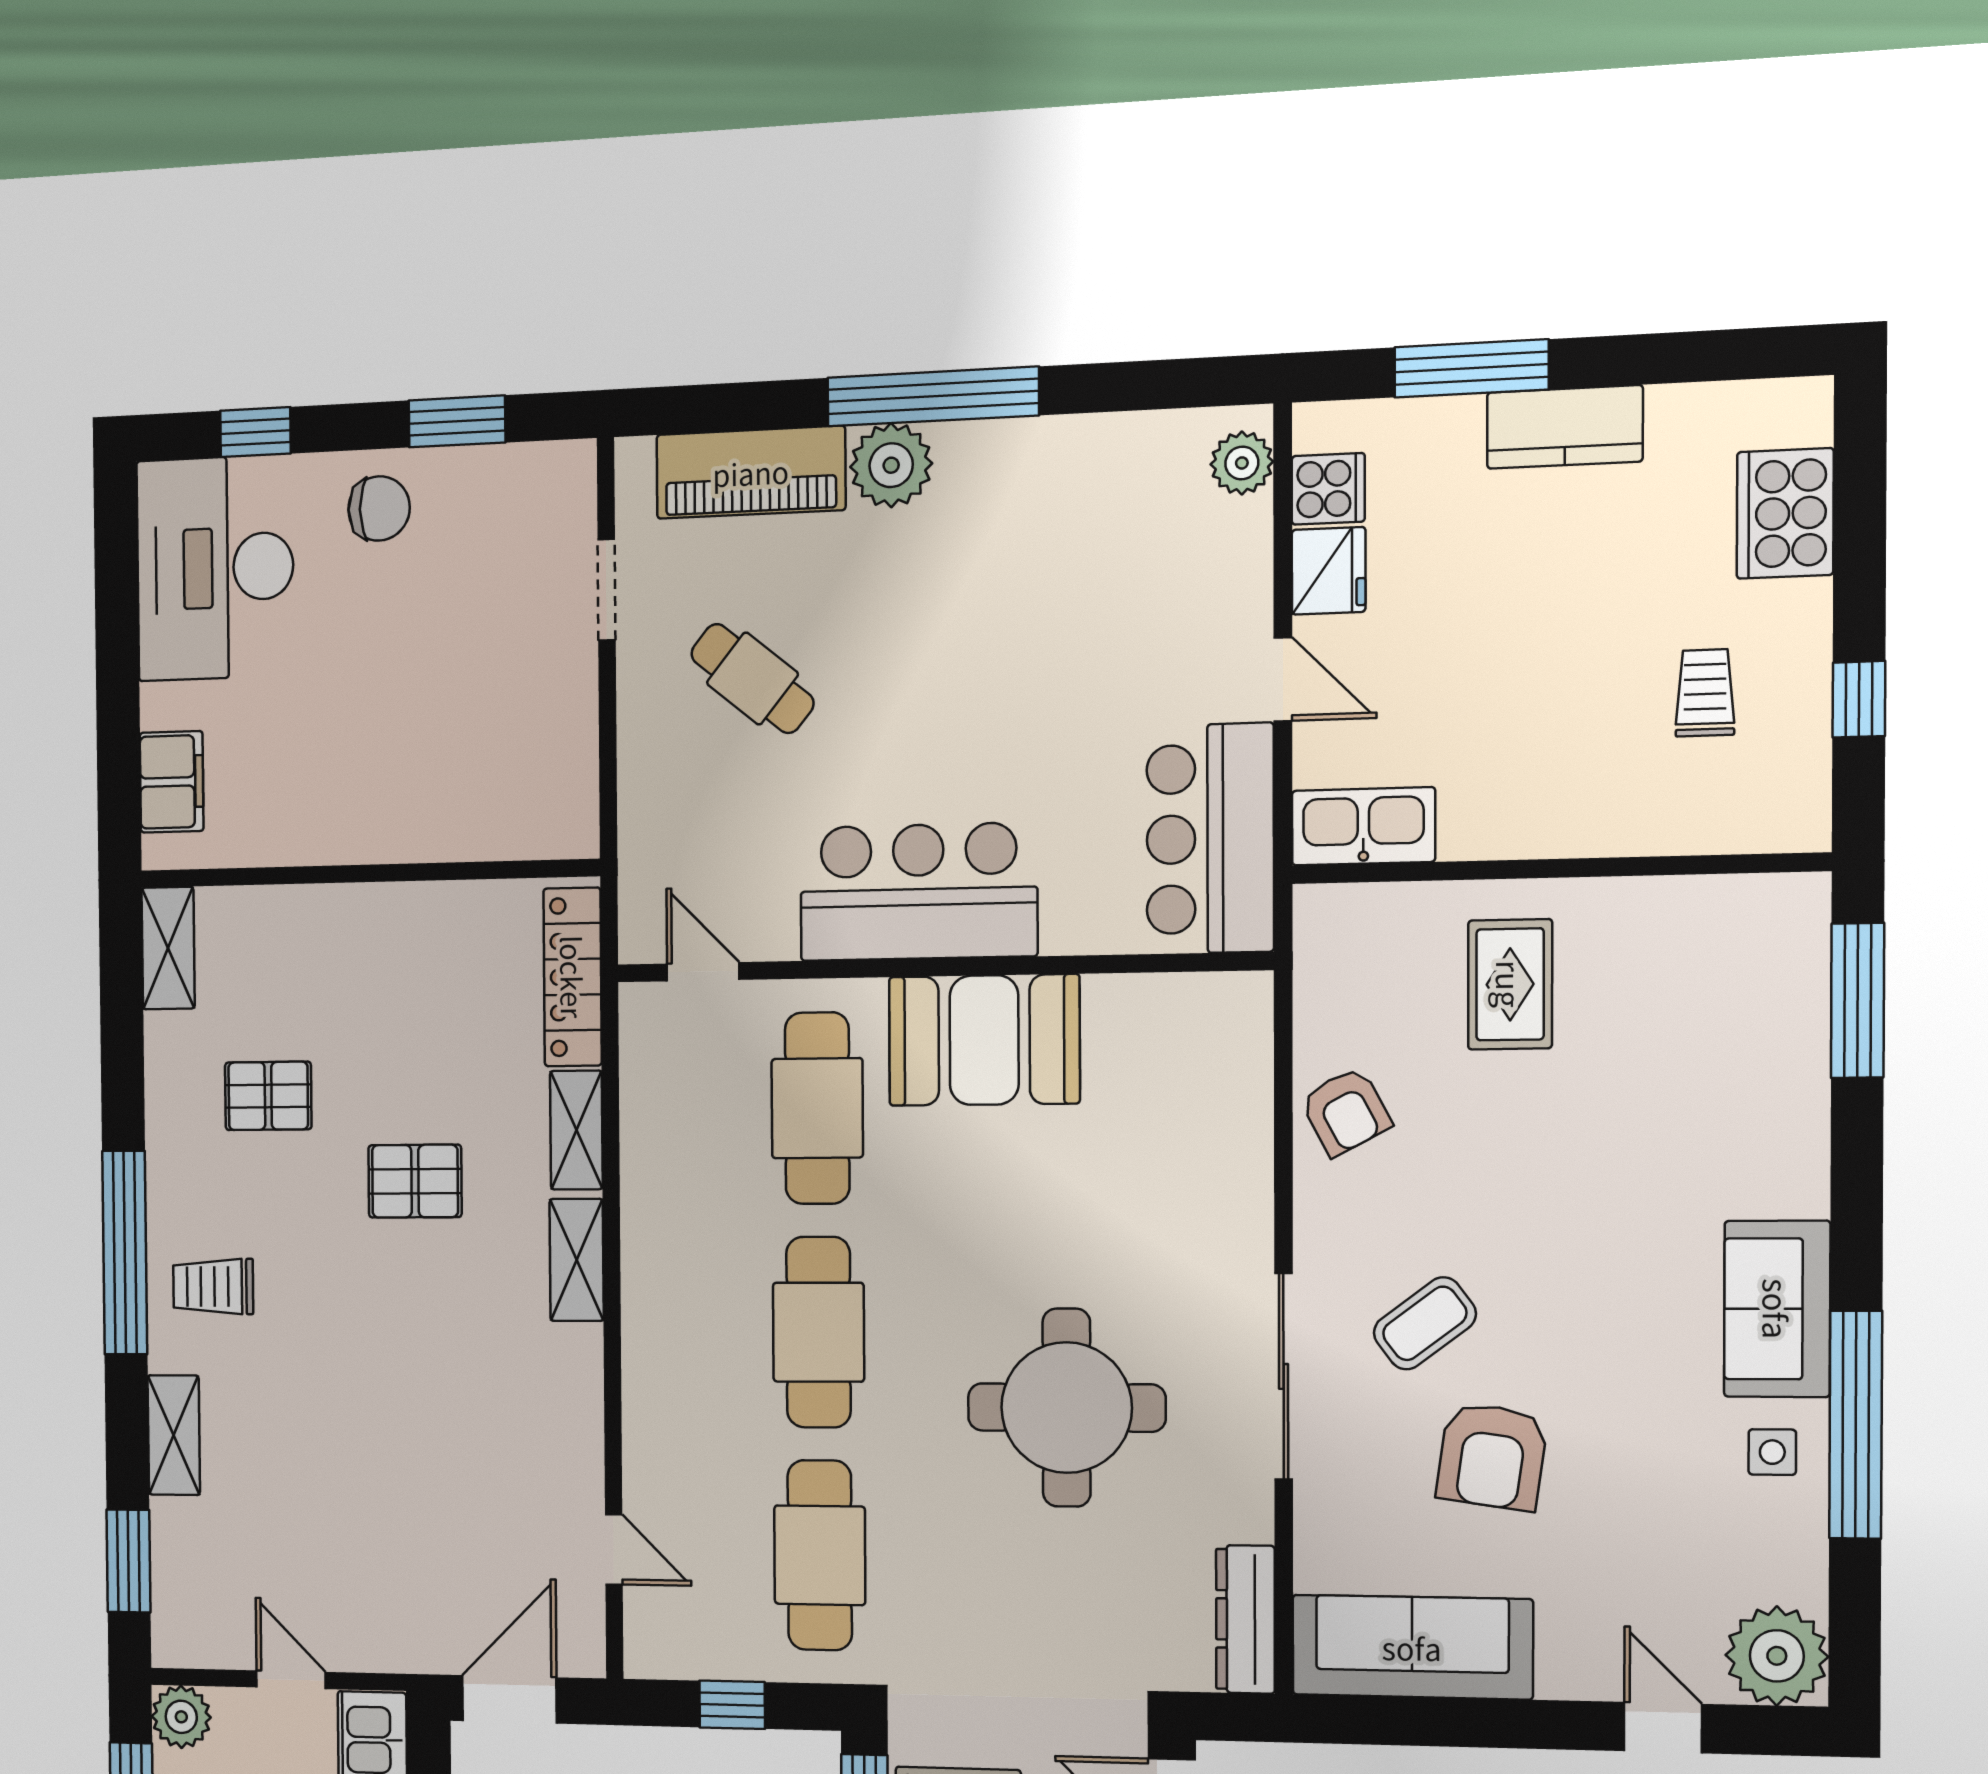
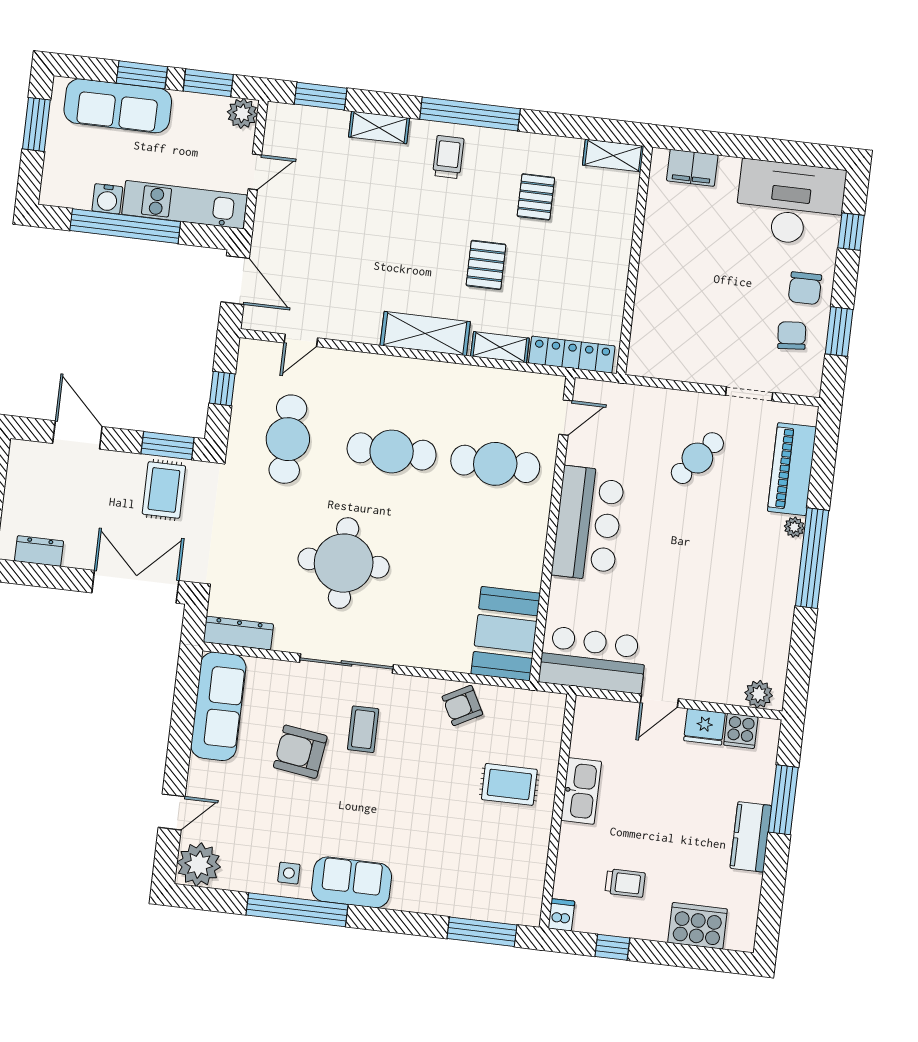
plant: (891, 465) -> (794, 527), width x0.53, depth x0.53
chair: (477, 520) -> (792, 336), added
kitchen sink: (1363, 826) -> (581, 791), moved
dishwasher: (1796, 826) -> (561, 915), added
booth: (984, 1040) -> (506, 634), moved
shelving: (577, 1260) -> (425, 334), width x1.50, depth x1.33
coffee table: (1425, 1323) -> (363, 729), turned 37
cafe table: (820, 1555) -> (288, 439), turned 90

